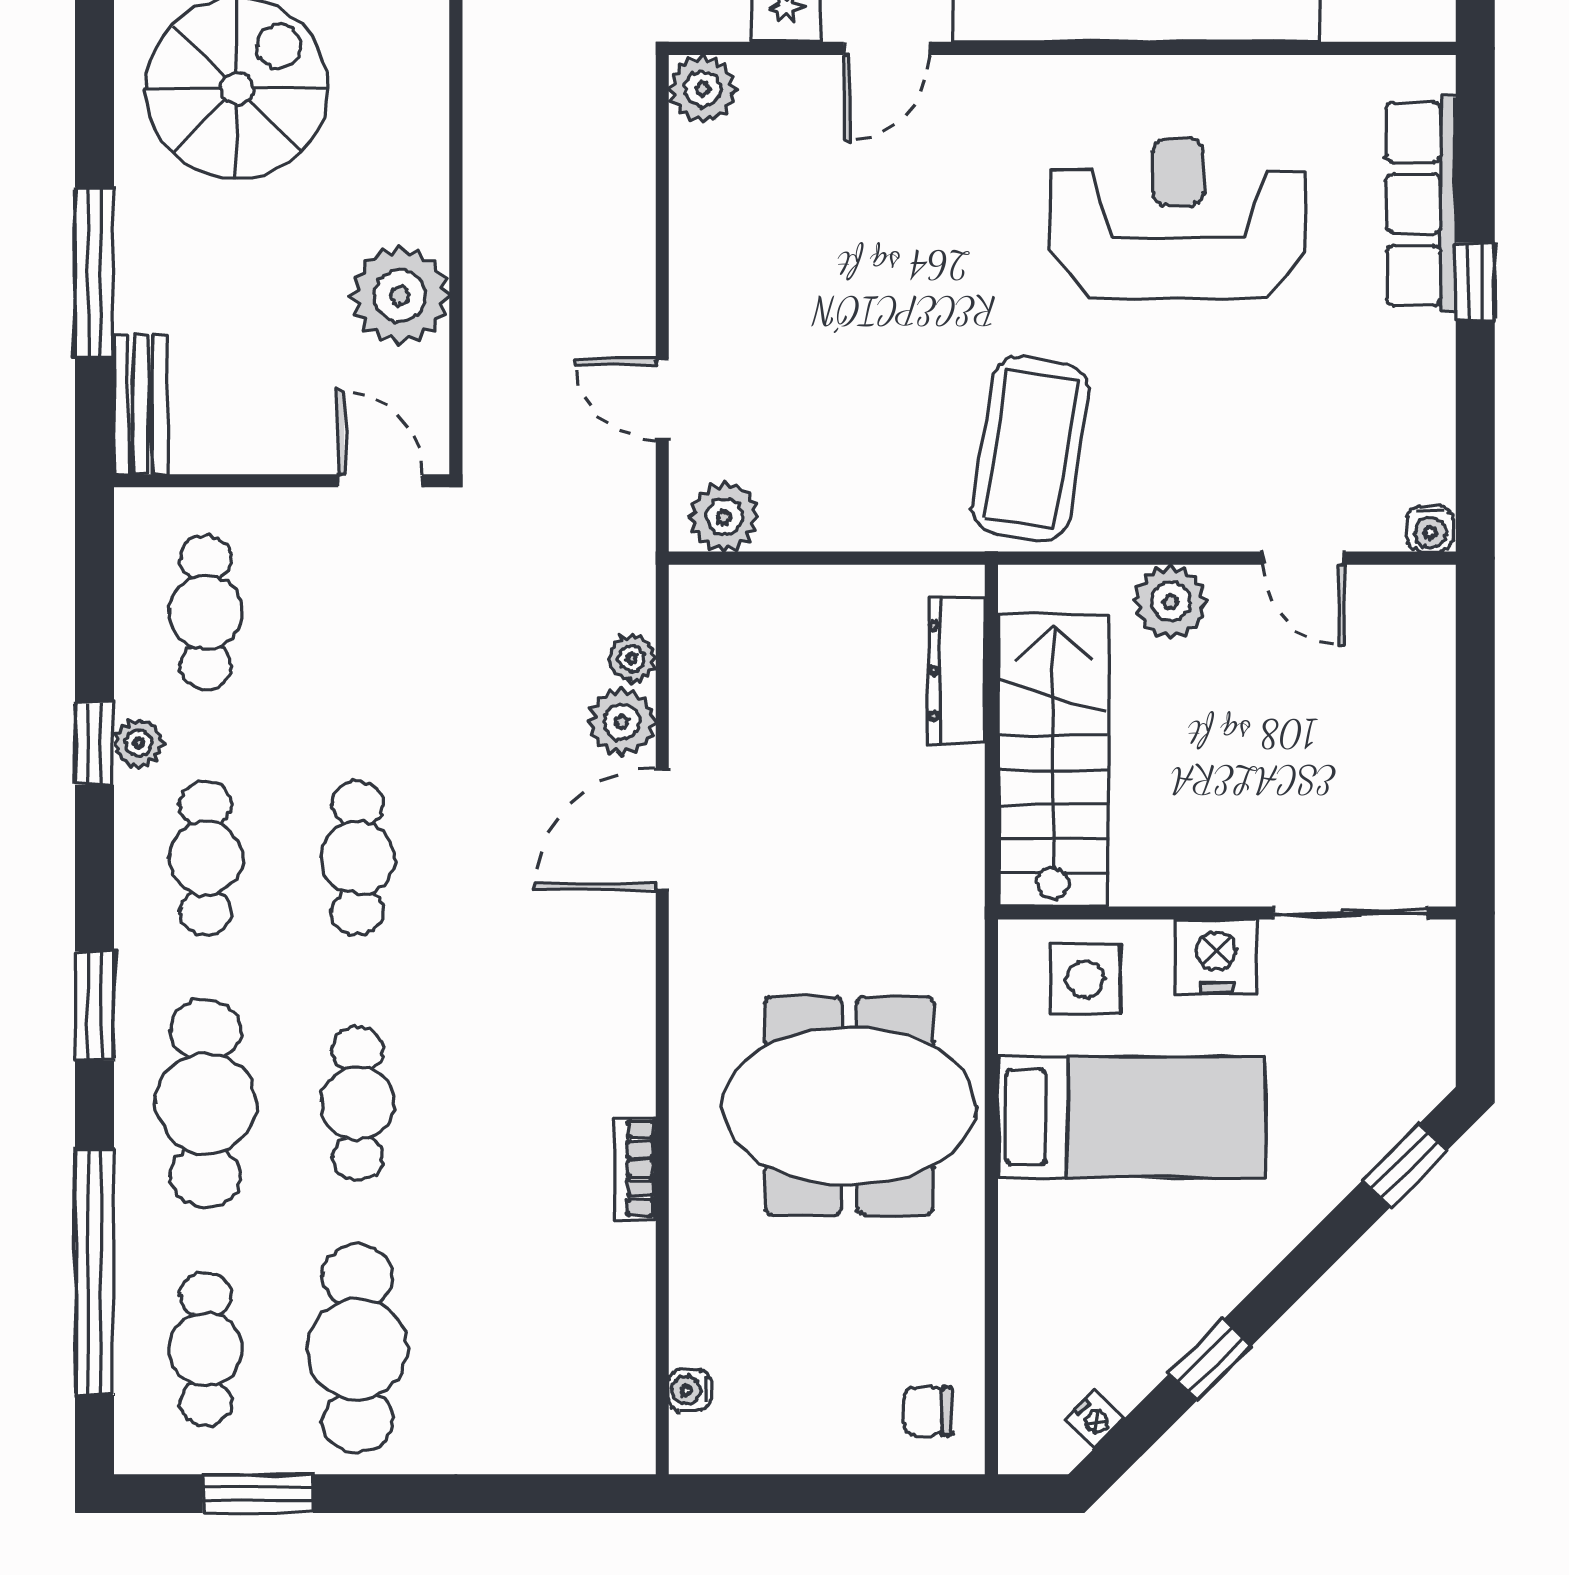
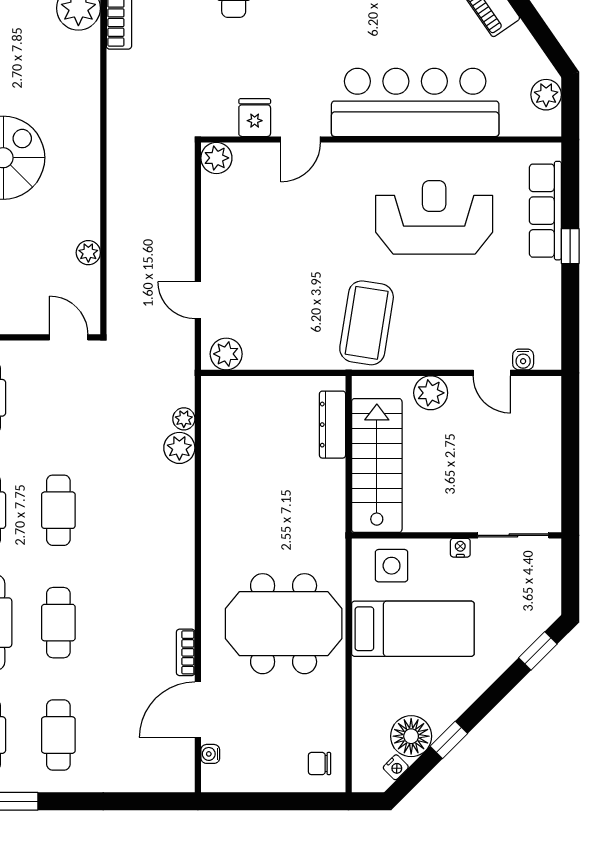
plant: (400, 296) -> (88, 253), width x0.53, depth x0.53
water cooler: (1430, 529) -> (523, 359), moved
door: (662, 829) -> (198, 710), moved
nightstand: (1216, 956) -> (460, 548), width x0.53, depth x0.56
cafe table: (358, 1349) -> (58, 735), width x0.73, depth x0.74
floor lamp: (1128, 1352) -> (411, 736), added

